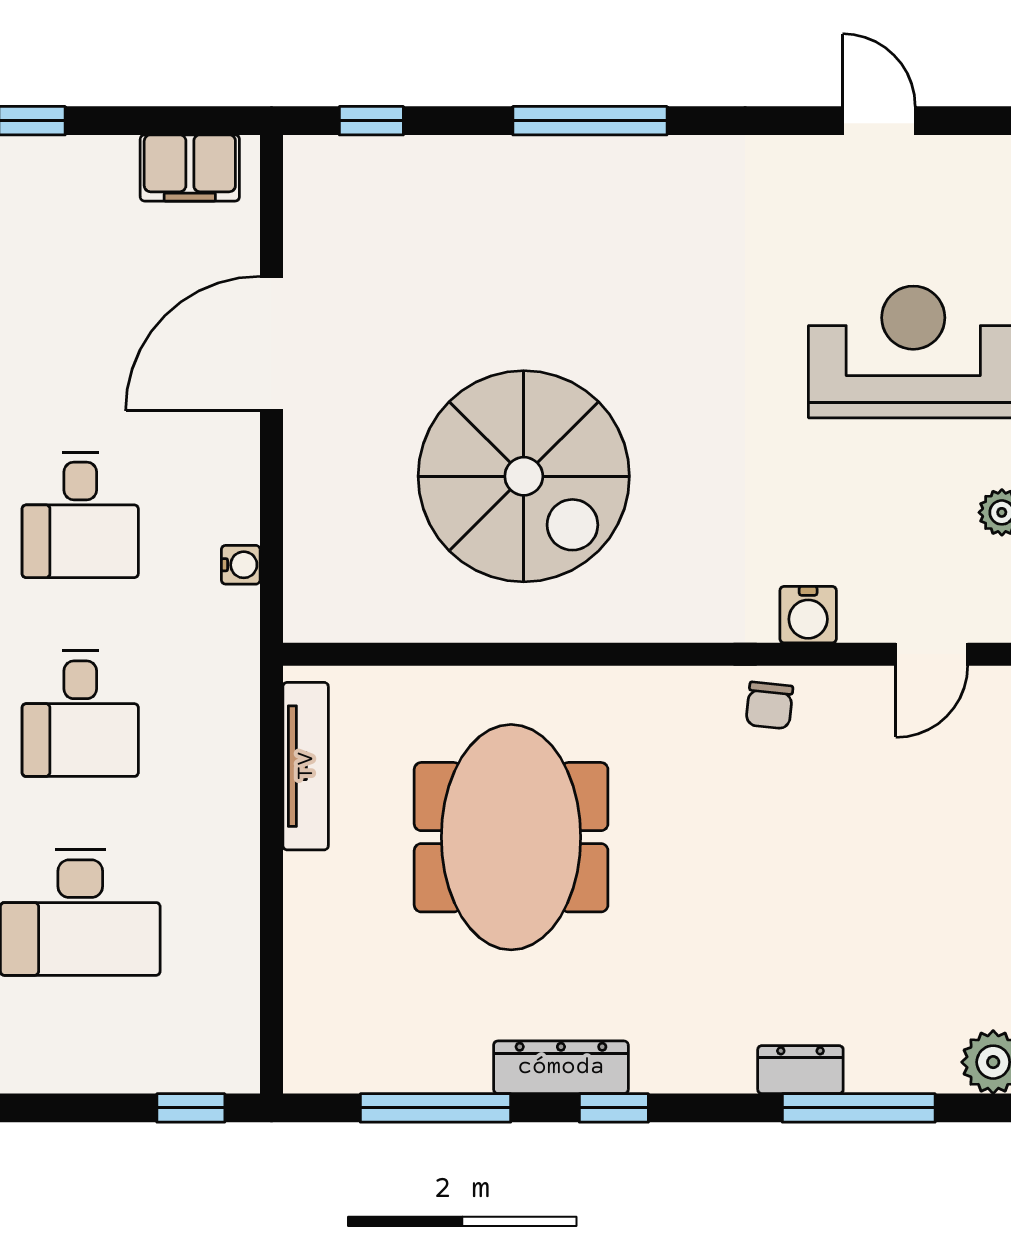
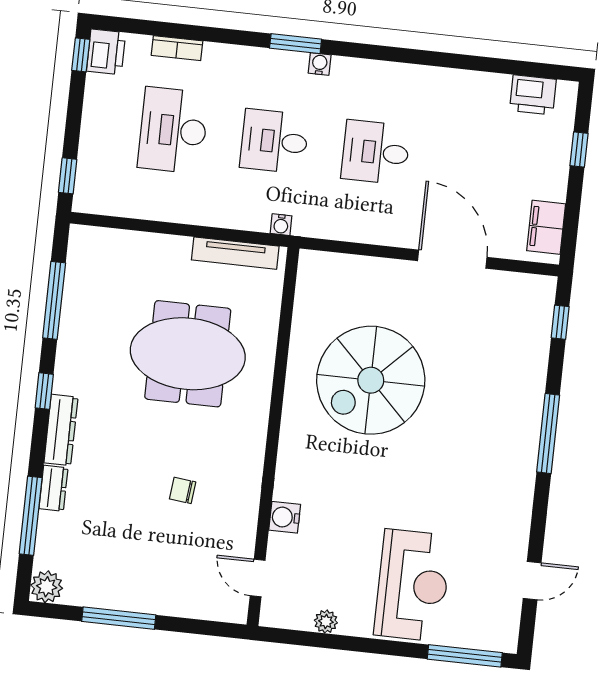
water cooler: (241, 565) -> (281, 225), moved
chair: (769, 705) -> (183, 490), moved
dresser: (561, 1067) -> (61, 430), moved

